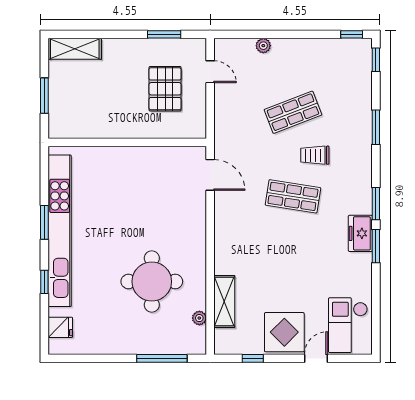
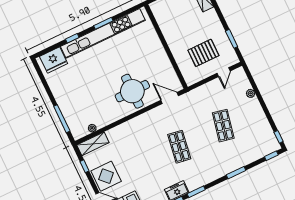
shop shelf: (293, 112) -> (223, 126), turned 33
trolley: (315, 155) -> (206, 148), removed
door: (210, 175) -> (170, 98), swing flipped
round table: (152, 282) -> (132, 91), moved
shelving: (224, 302) -> (93, 144), moved
fridge: (60, 327) -> (54, 60), width x1.88, depth x1.34

